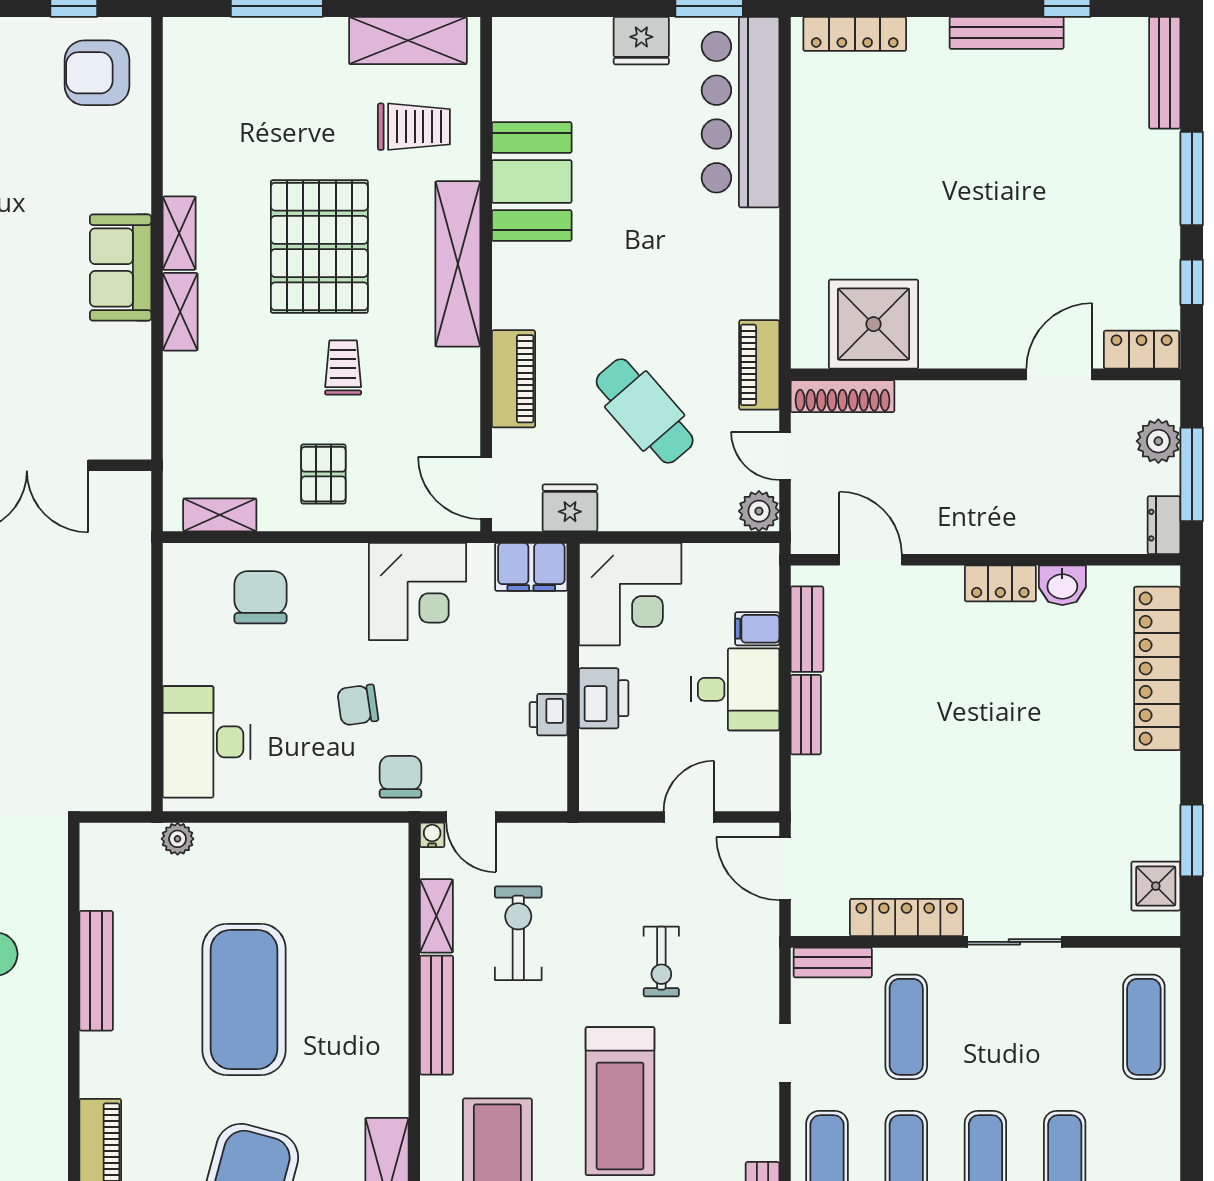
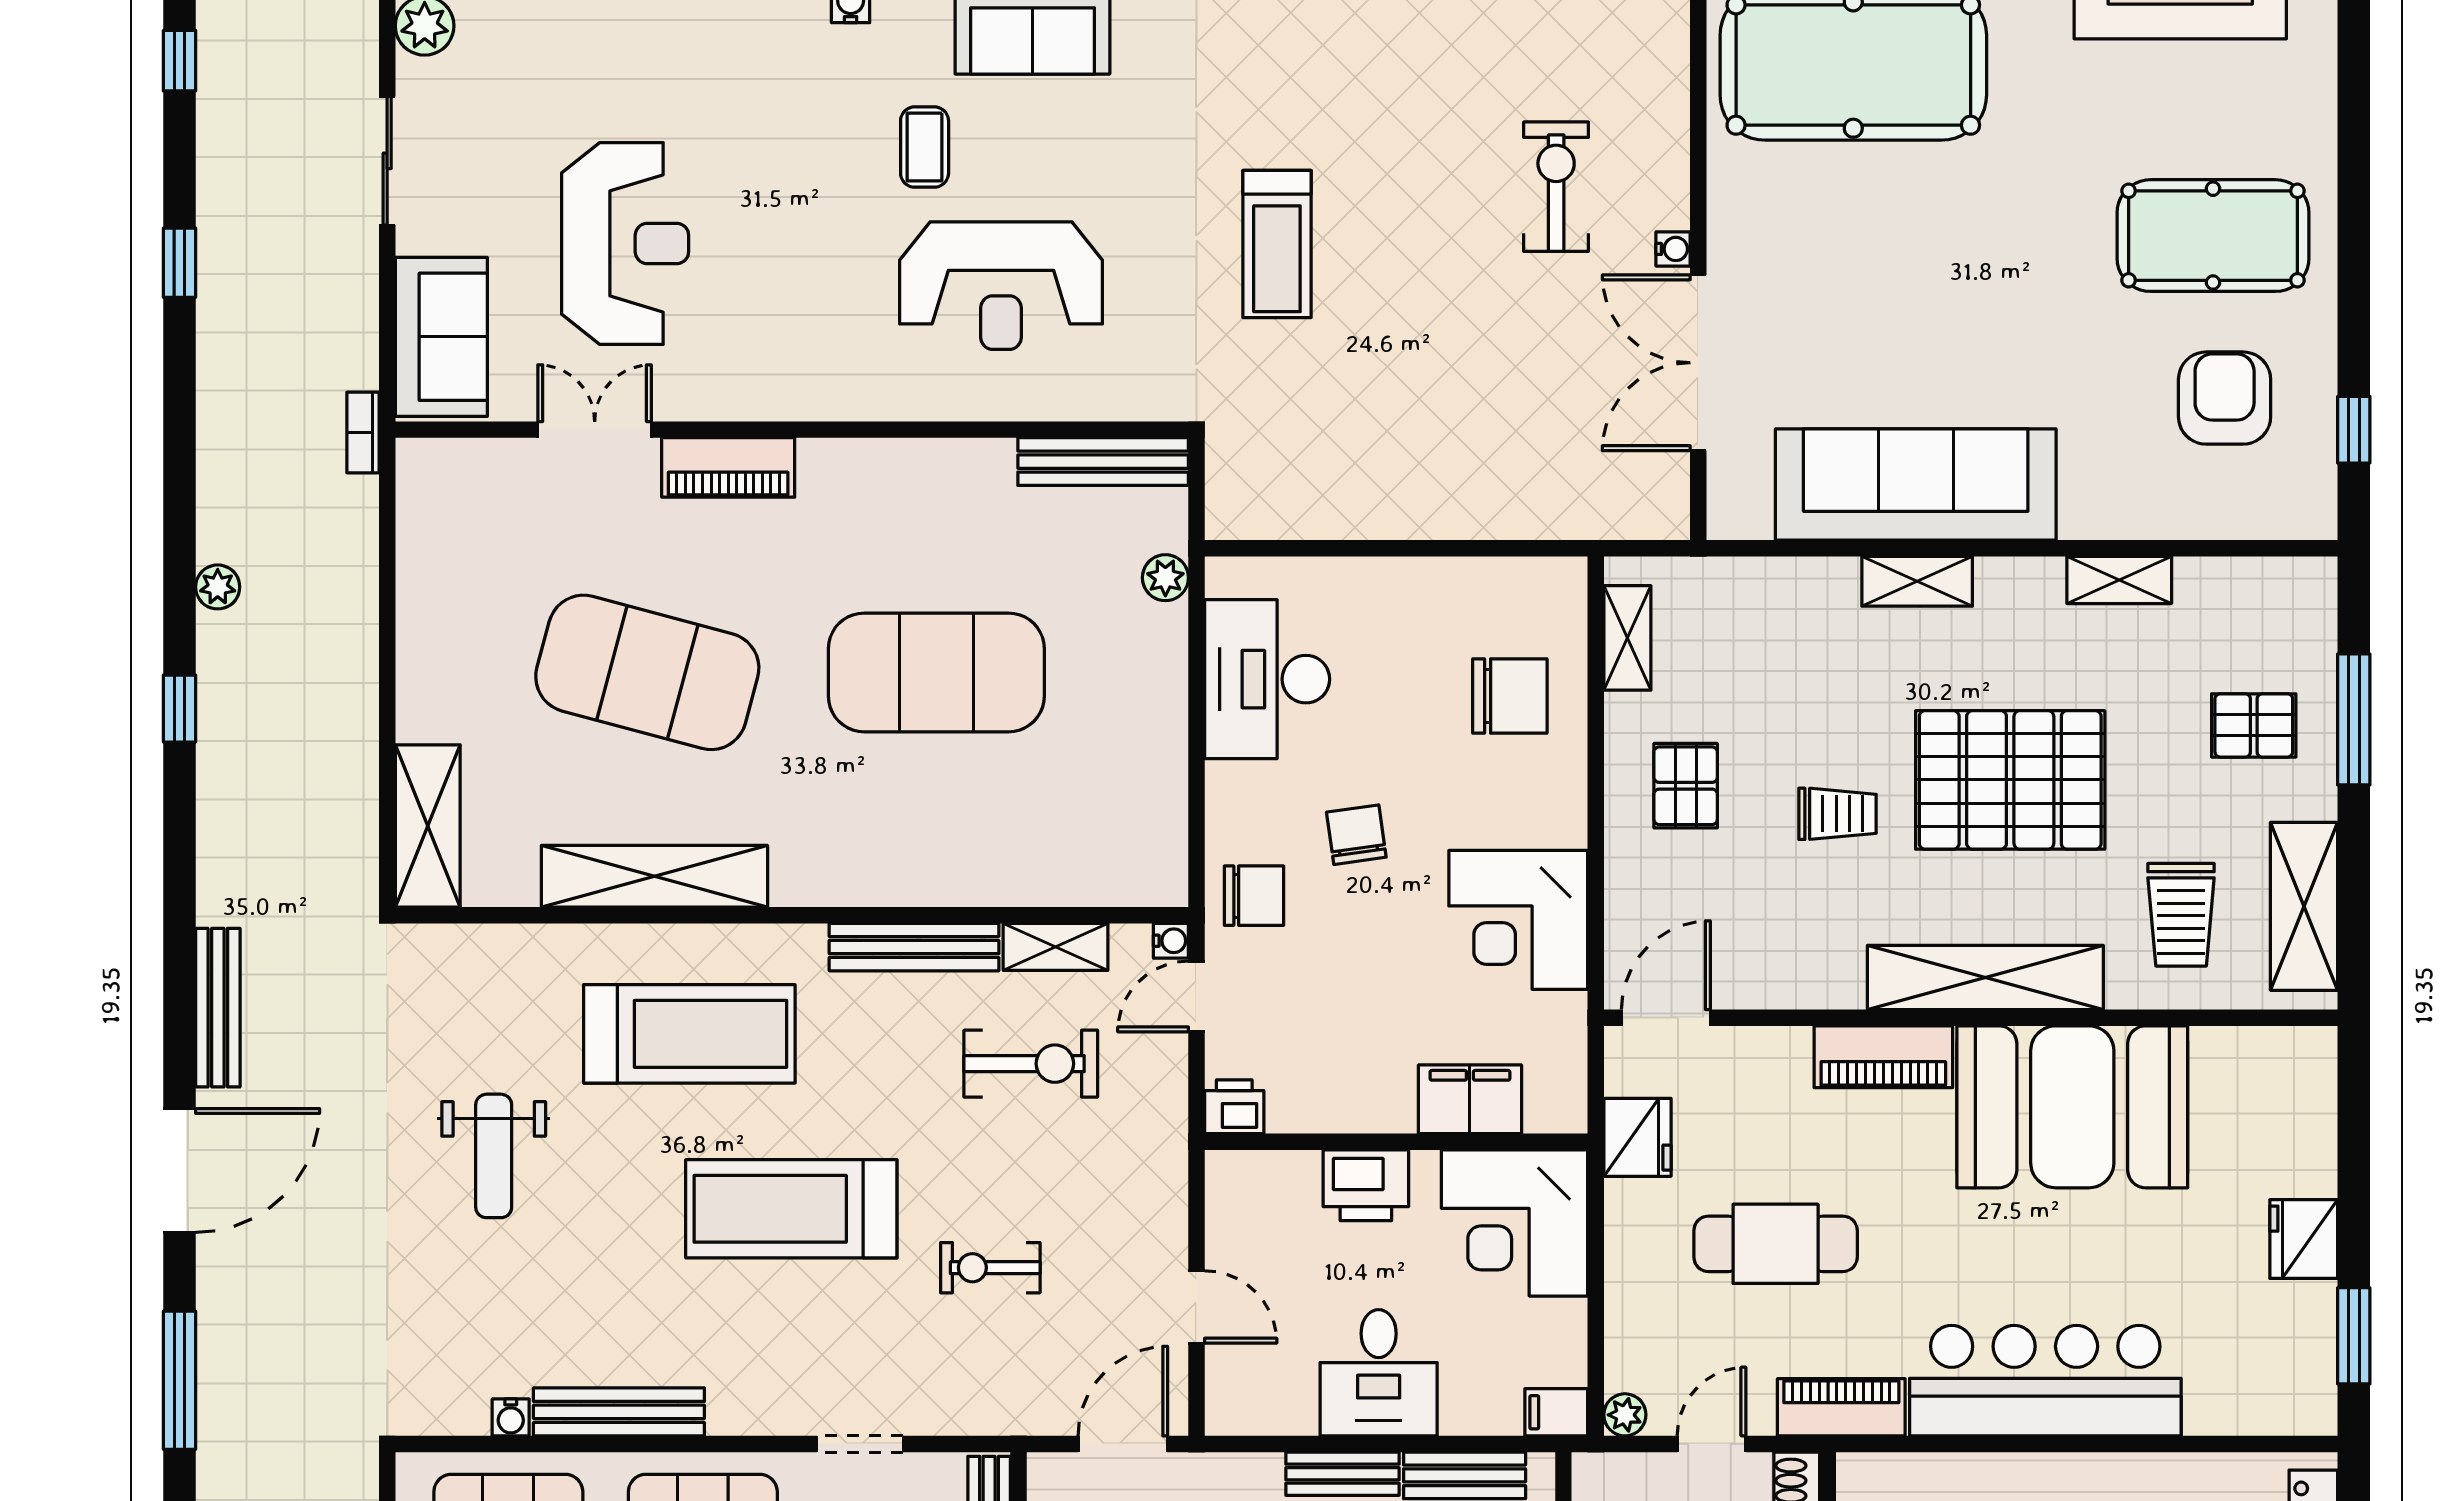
armchair: (97, 73) -> (2225, 398), moved
pallet: (281, 76) -> (2254, 725), added
bar counter: (740, 112) -> (2045, 1381), moved
booth: (532, 181) -> (2072, 1107), width x1.36, depth x1.42
shelving: (179, 233) -> (2119, 580), moved
sofa: (121, 268) -> (1916, 485), width x1.85, depth x1.27
piano: (513, 379) -> (1883, 1057), moved
cafe table: (645, 411) -> (1776, 1244), turned 41
pallet: (323, 474) -> (1686, 786), turned 90
plant: (759, 511) -> (1625, 1415), width x0.73, depth x0.73
filing cabinet: (531, 567) -> (1470, 1099), moved, turned 90
filing cabinet: (757, 629) -> (1556, 1412), moved, turned -90
printer: (549, 715) -> (1234, 1107), moved
desk: (206, 742) -> (1267, 679), moved, turned -90
bench: (96, 971) -> (1103, 462), moved

